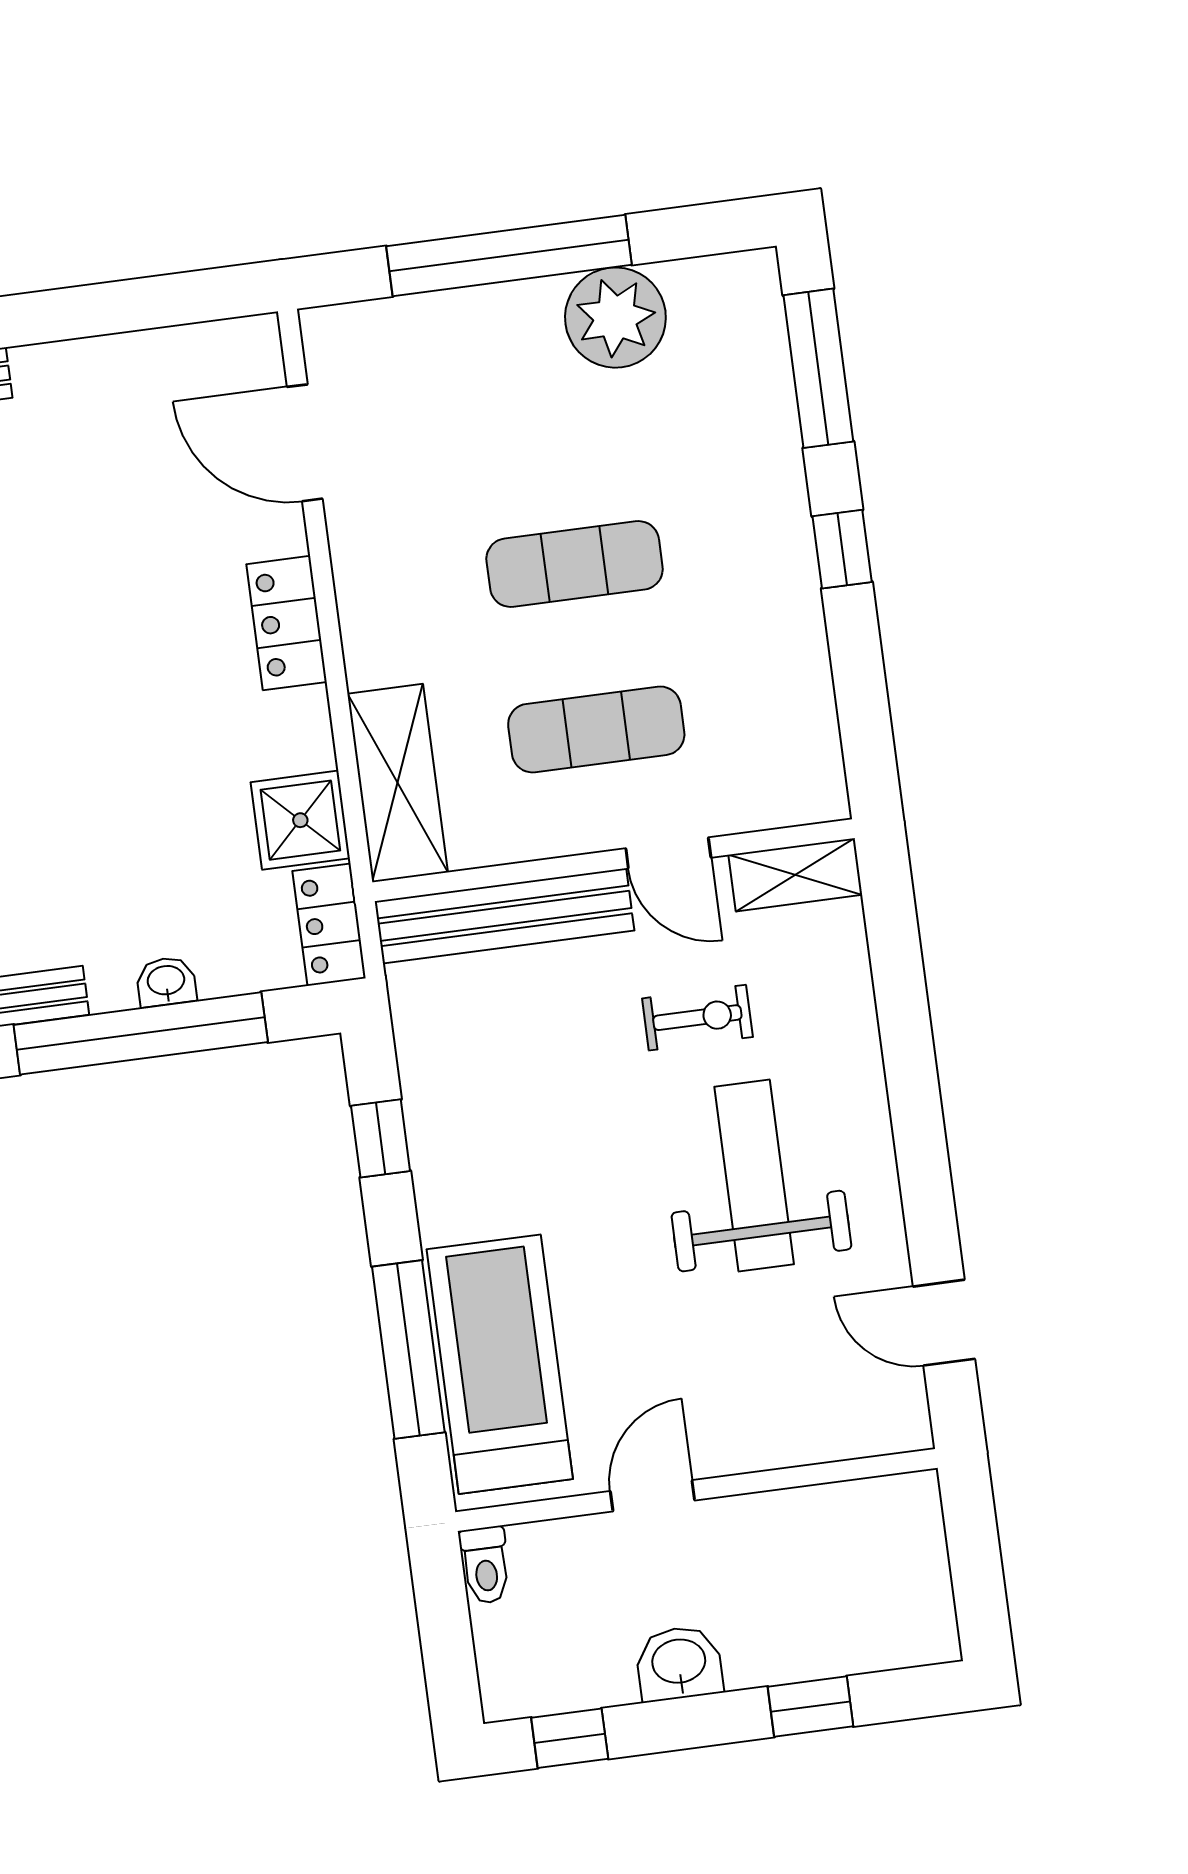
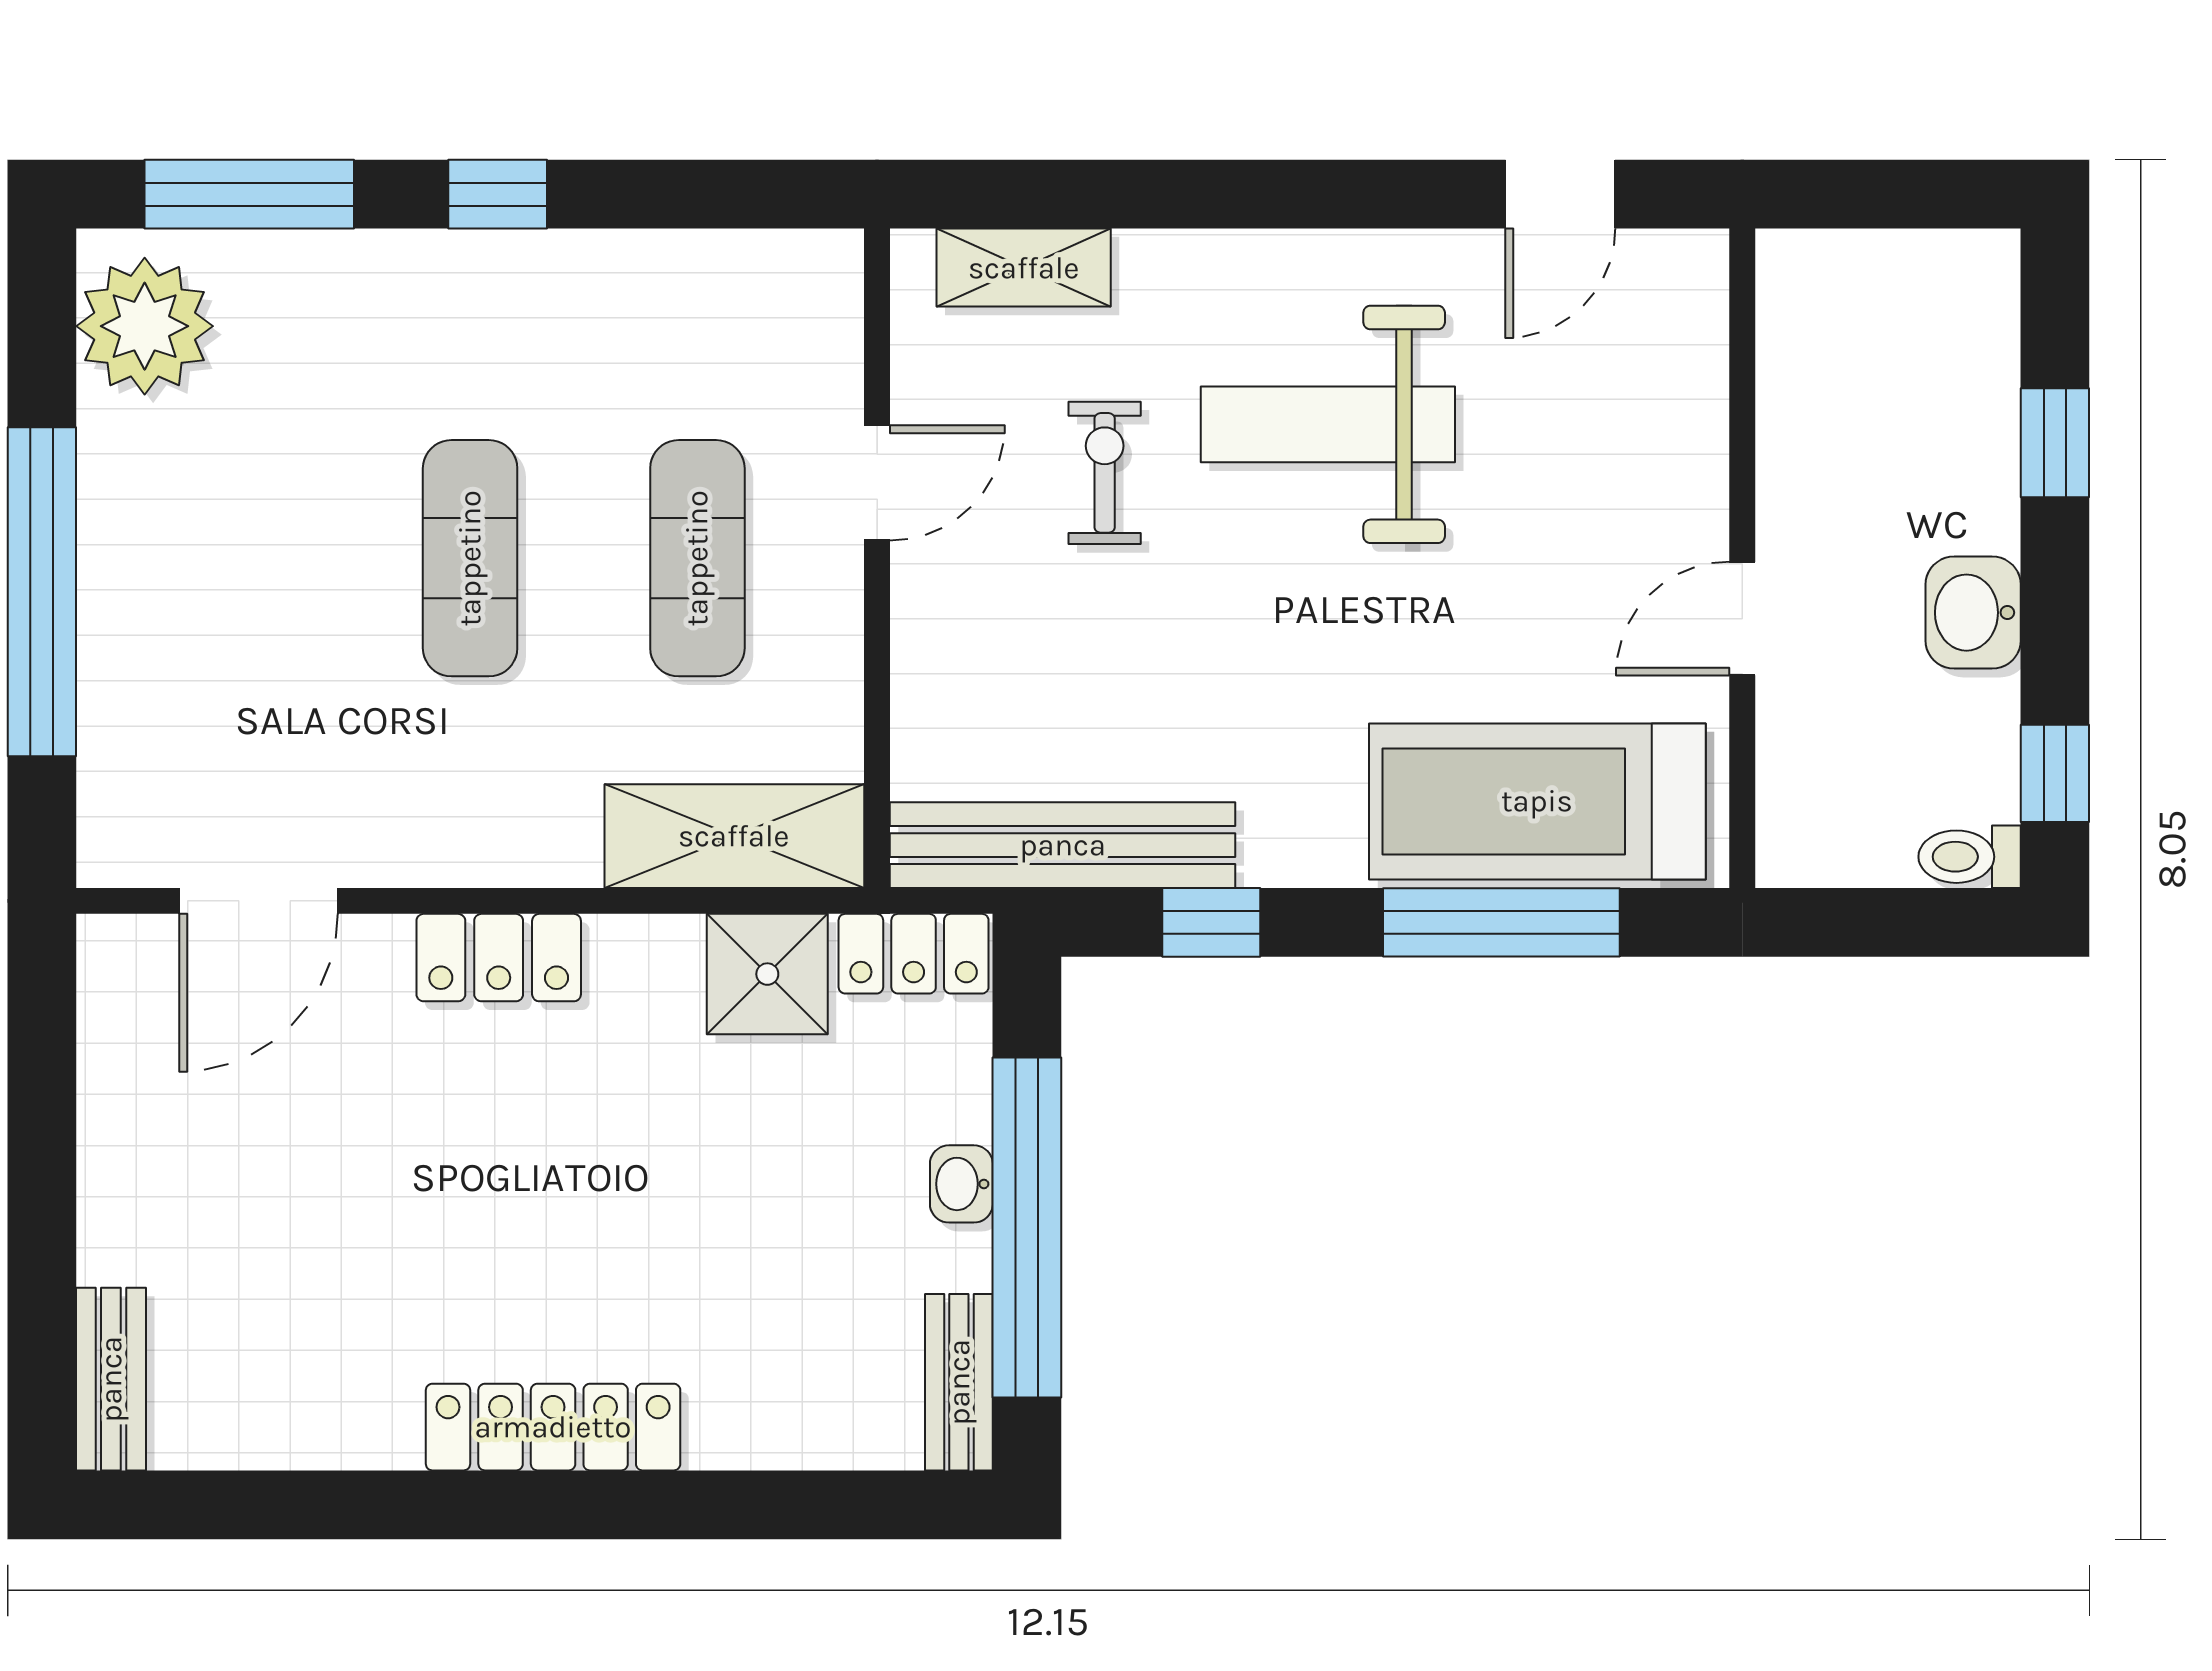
plant: (615, 318) -> (145, 326), moved
shelving: (795, 875) -> (1024, 268), moved, turned 90
bench: (504, 916) -> (1063, 845), moved, turned 90
door: (652, 1496) -> (1742, 619), hinge flipped
toilet: (485, 1565) -> (1970, 857), moved, turned 180

